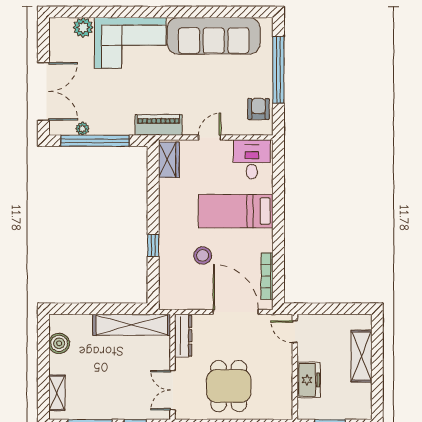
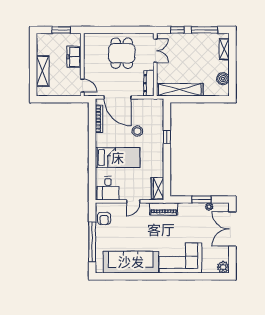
plant: (83, 27) -> (223, 267), moved
window: (95, 141) -> (202, 200), width x0.47

